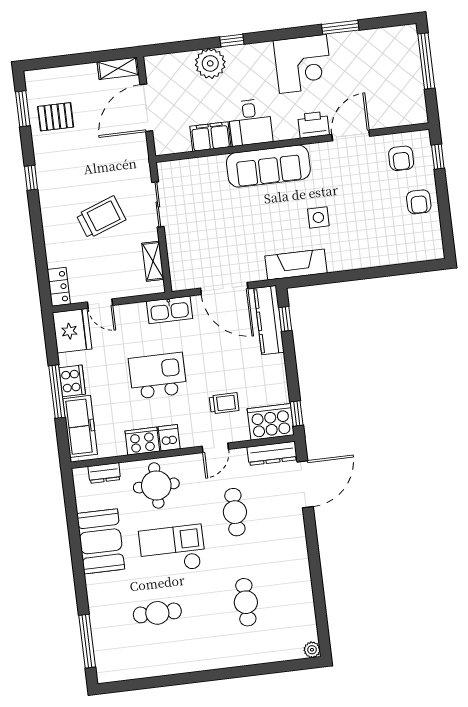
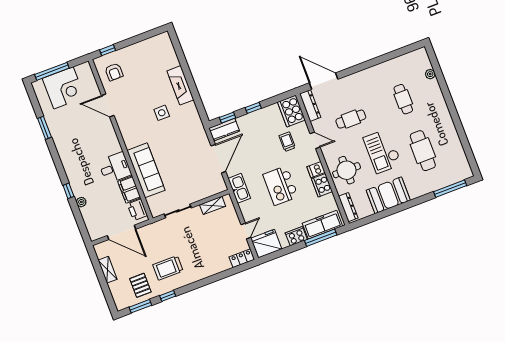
plant: (210, 63) -> (81, 202), width x0.53, depth x0.53
corner desk: (303, 64) -> (64, 88), moved, turned 90
shelving: (118, 68) -> (108, 270), moved
printer: (314, 125) -> (137, 210), moved
armchair: (401, 158) -> (114, 72), turned 90
sofa: (268, 166) -> (146, 170), moved
window: (31, 178) -> (168, 296), moved
armchair: (419, 202) -> (137, 55), removed
trolley: (101, 217) -> (168, 268), moved, turned -70
fireplace: (296, 265) -> (180, 85), moved
kitchen counter: (269, 320) -> (224, 130), width x0.67
window: (57, 392) -> (321, 238), moved
window: (297, 414) -> (253, 108), moved
dresser: (104, 473) -> (348, 207), width x1.44
cafe table: (246, 602) -> (403, 99), turned 90
cafe table: (157, 613) -> (423, 151), width x1.37, depth x1.35
plant: (312, 650) -> (430, 74), moved

